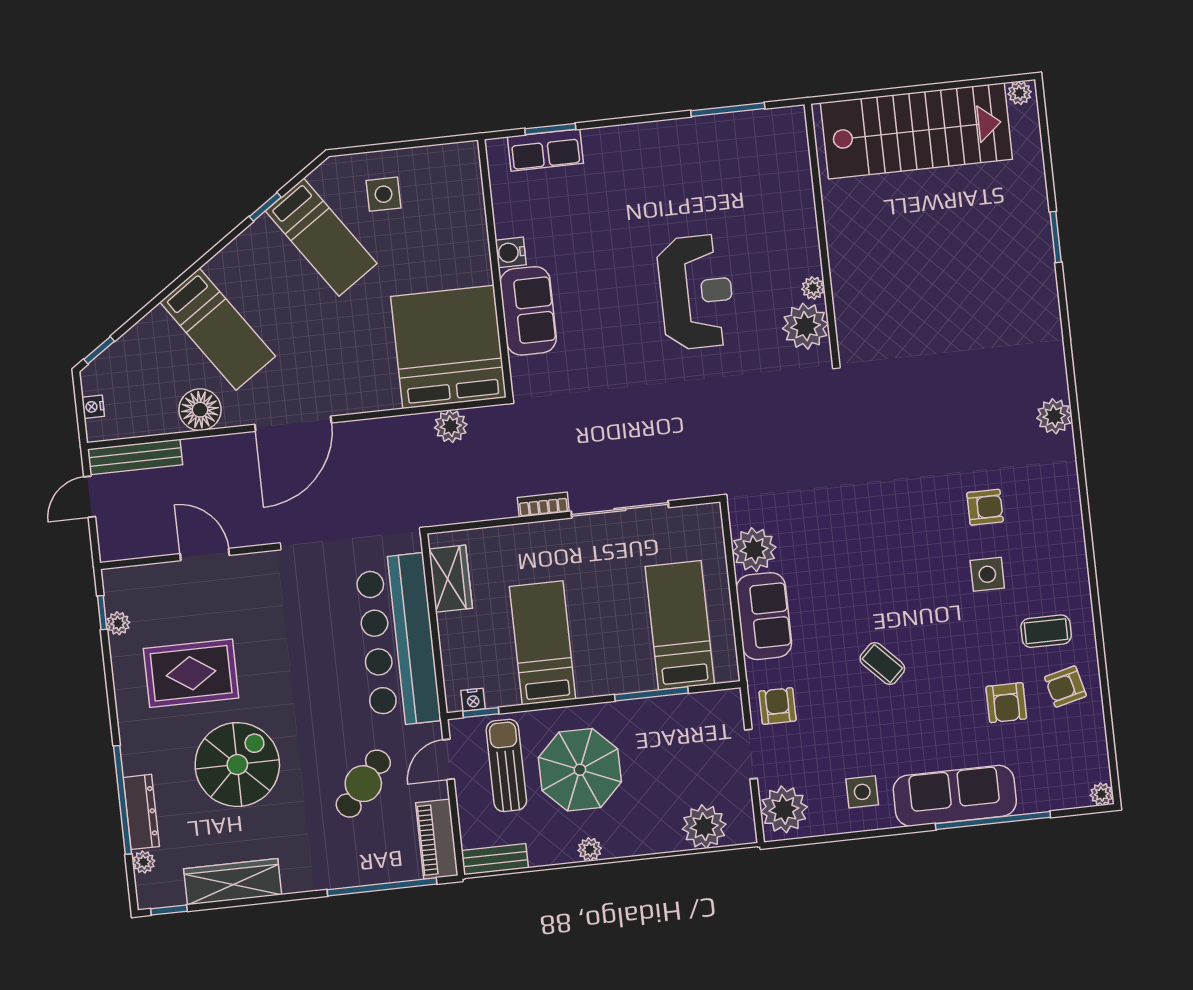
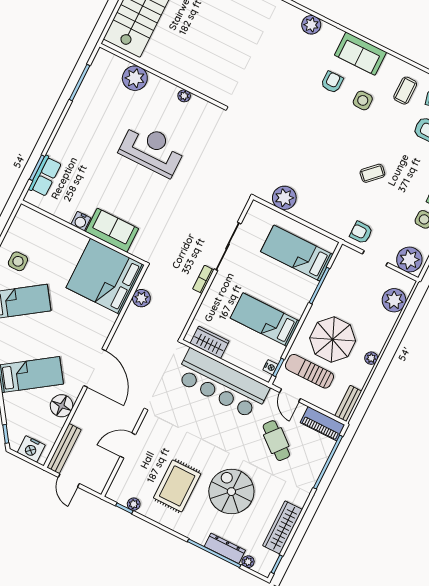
plant: (805, 326) -> (135, 78), moved
nightstand: (93, 407) -> (31, 449), width x1.89, depth x1.79
sofa: (764, 616) -> (361, 54), moved, turned 180

